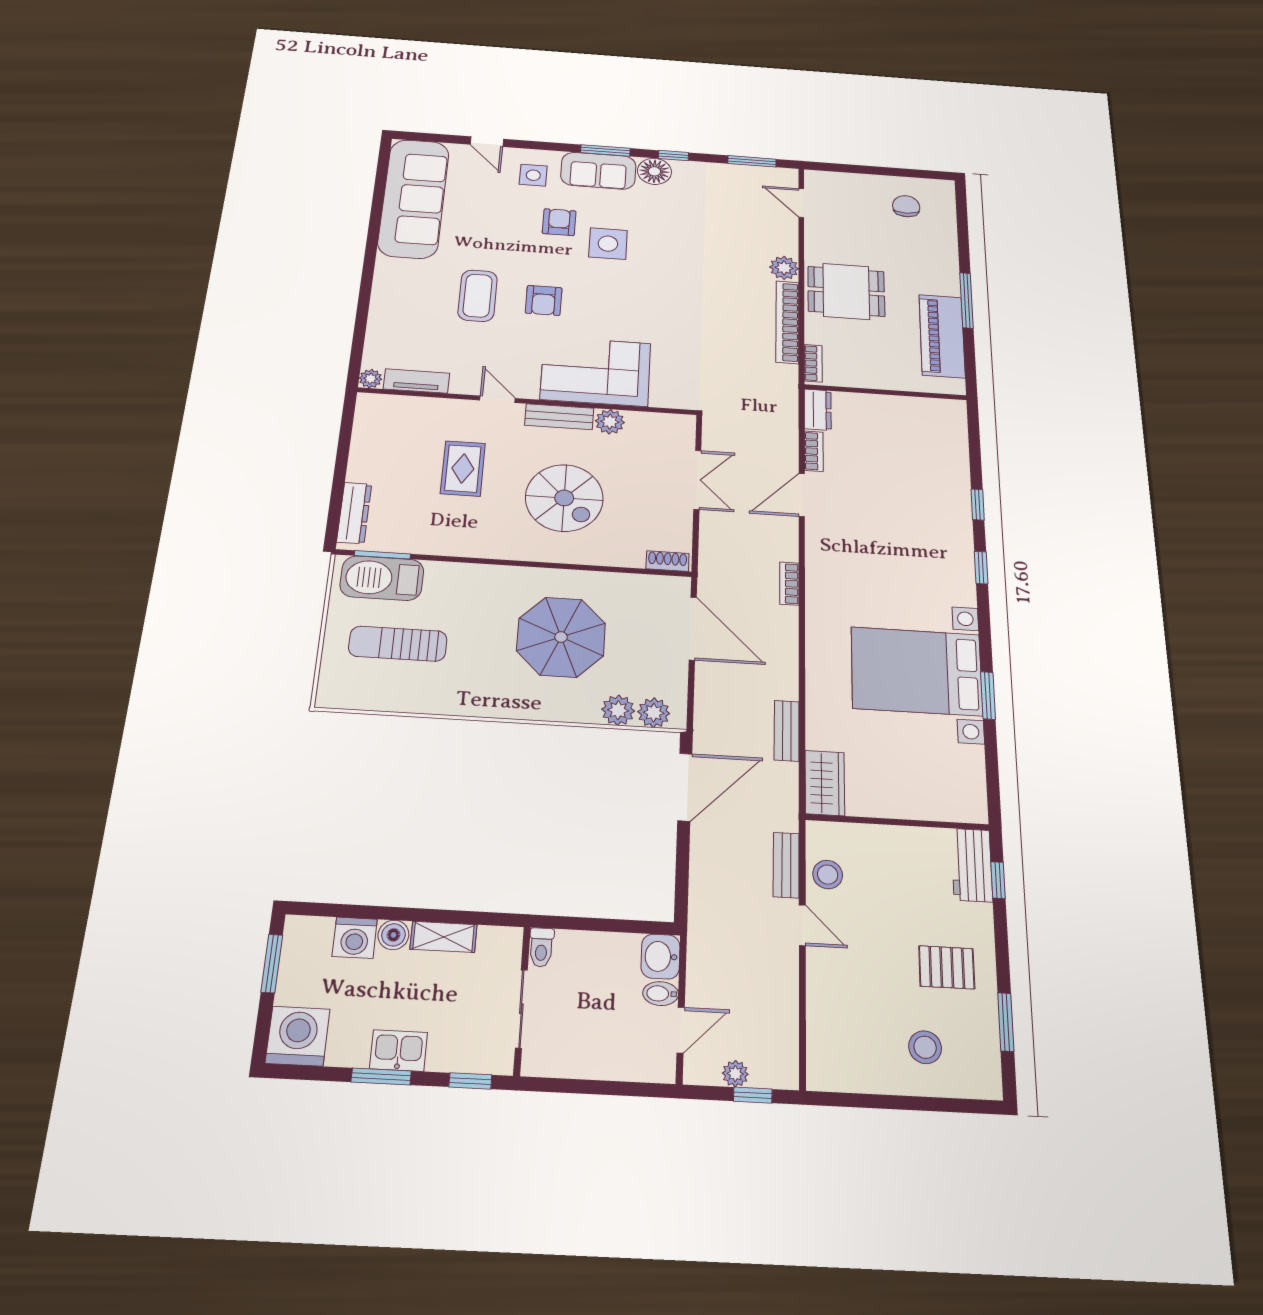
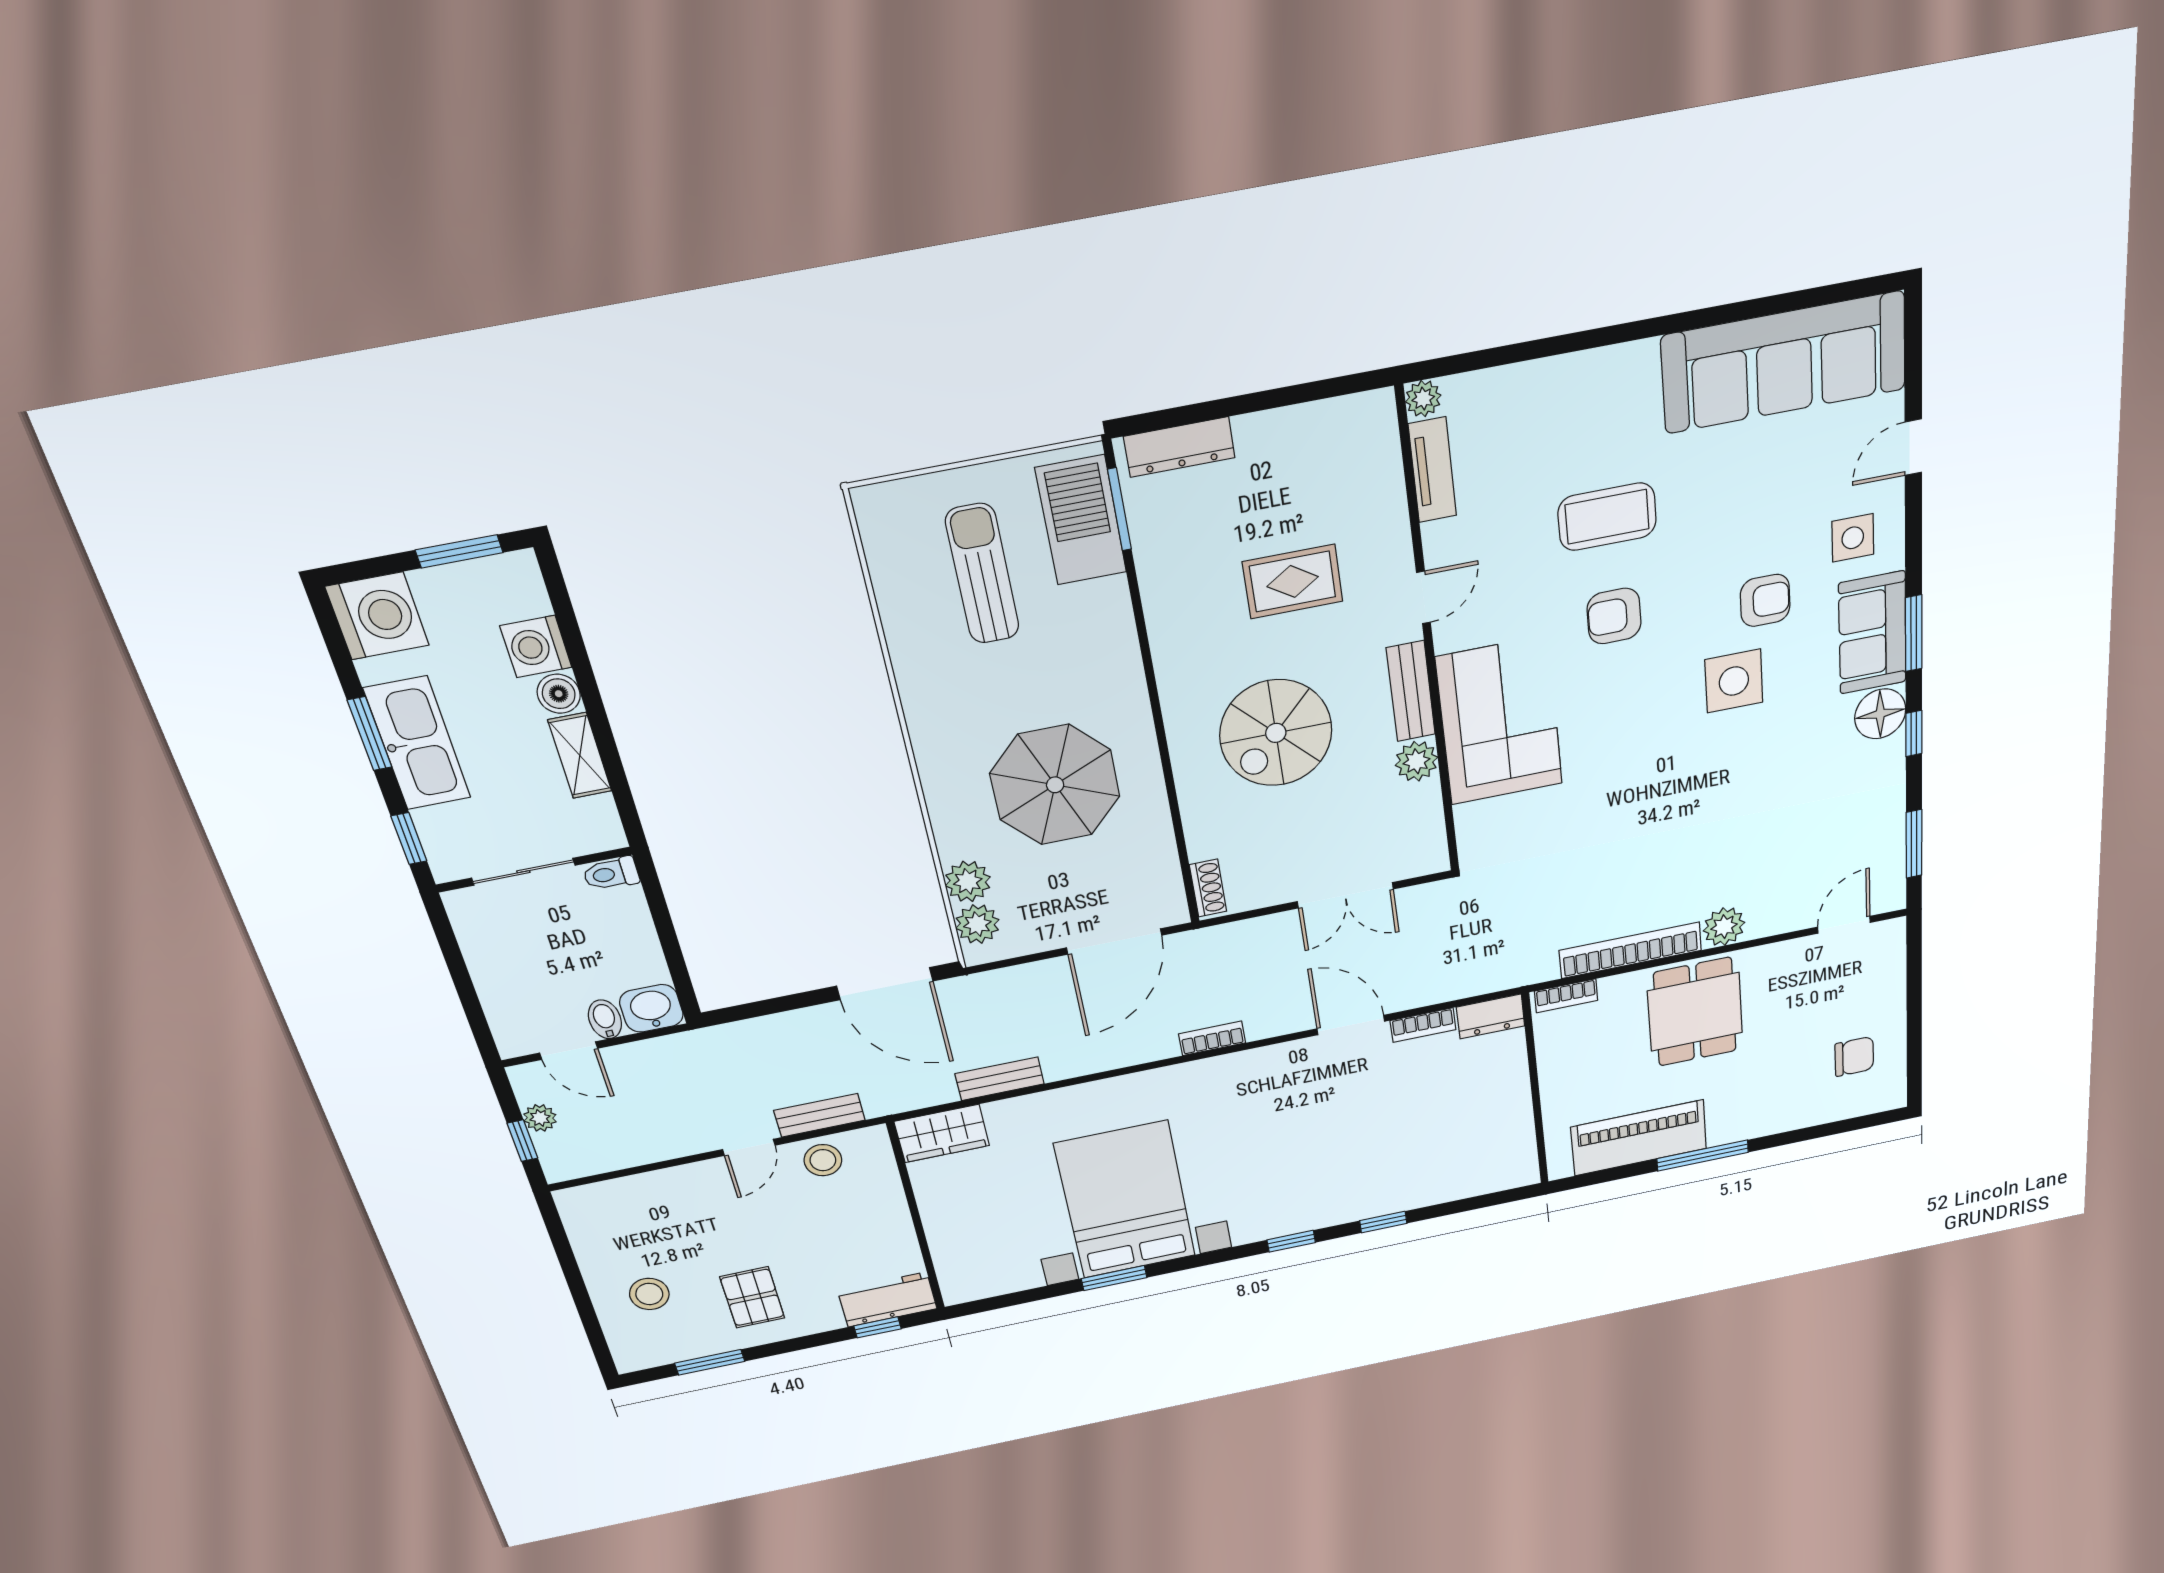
kitchen sink: (399, 1050) -> (417, 743), width x1.88, depth x1.24

